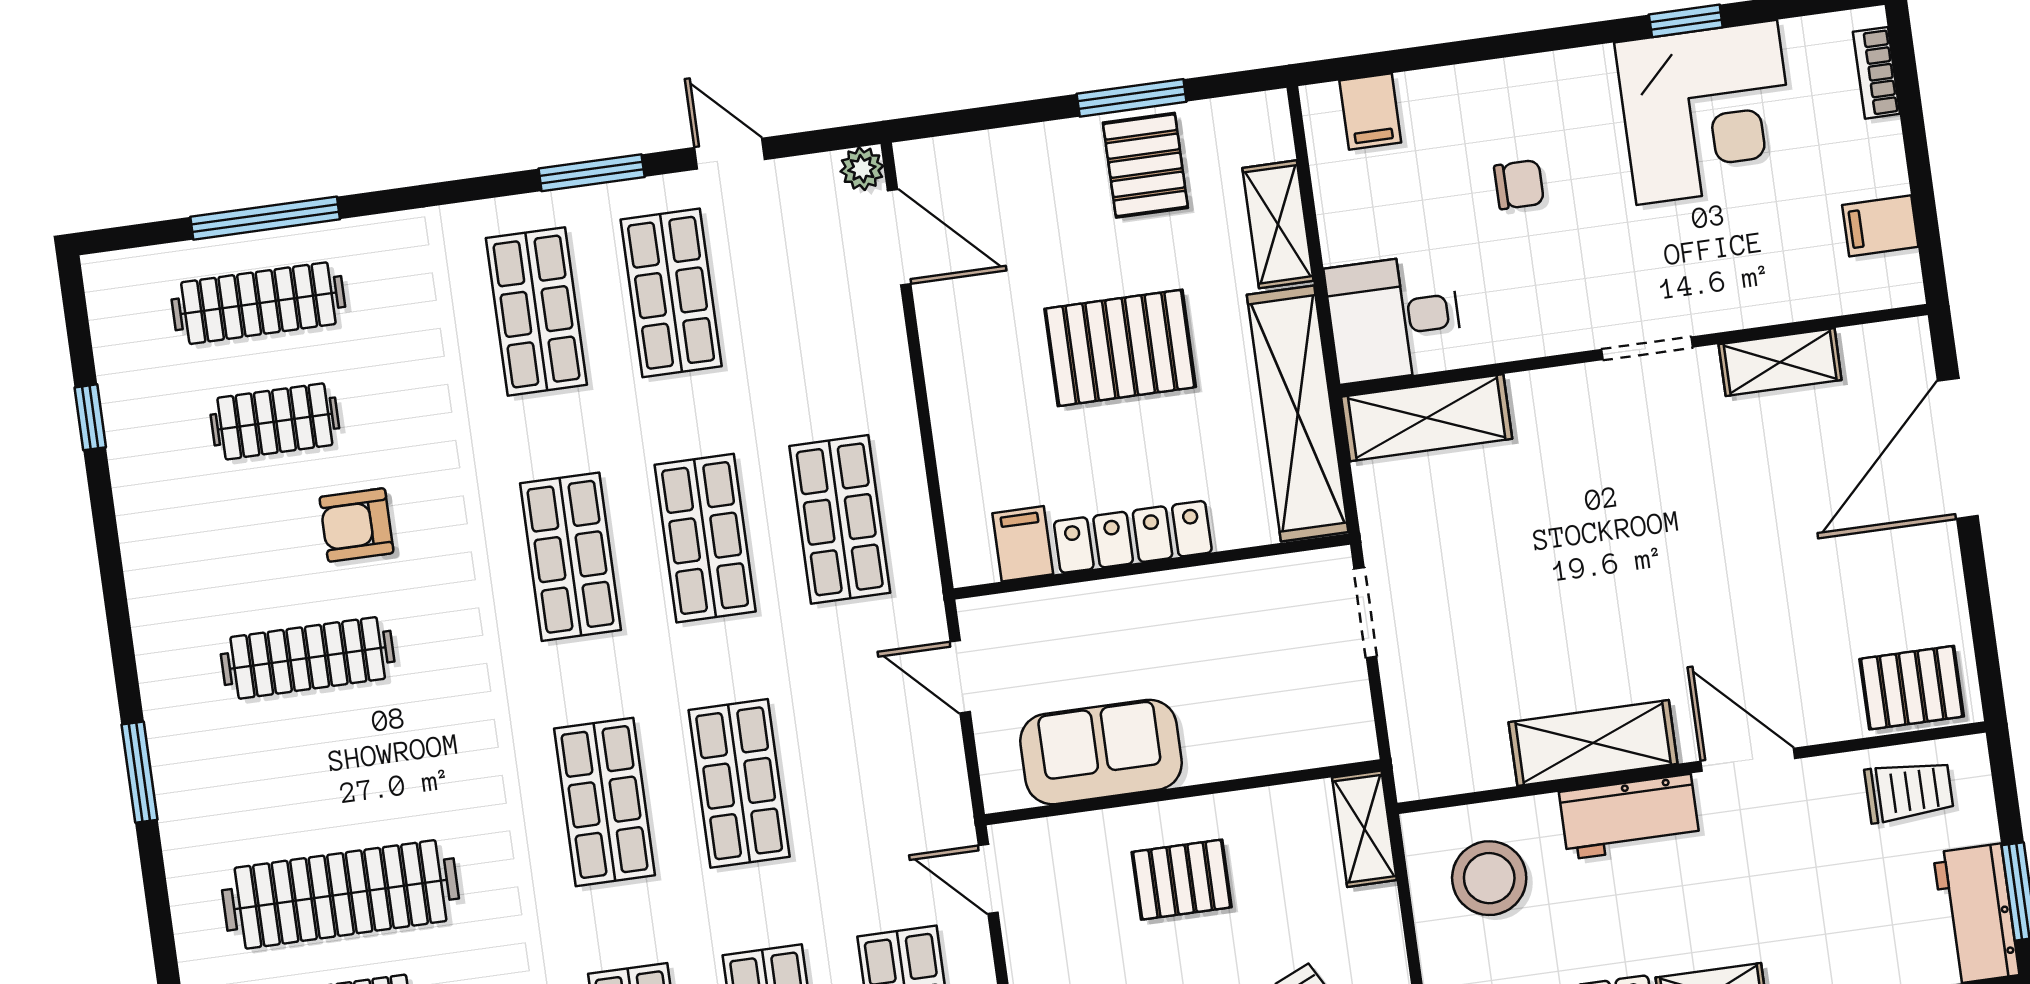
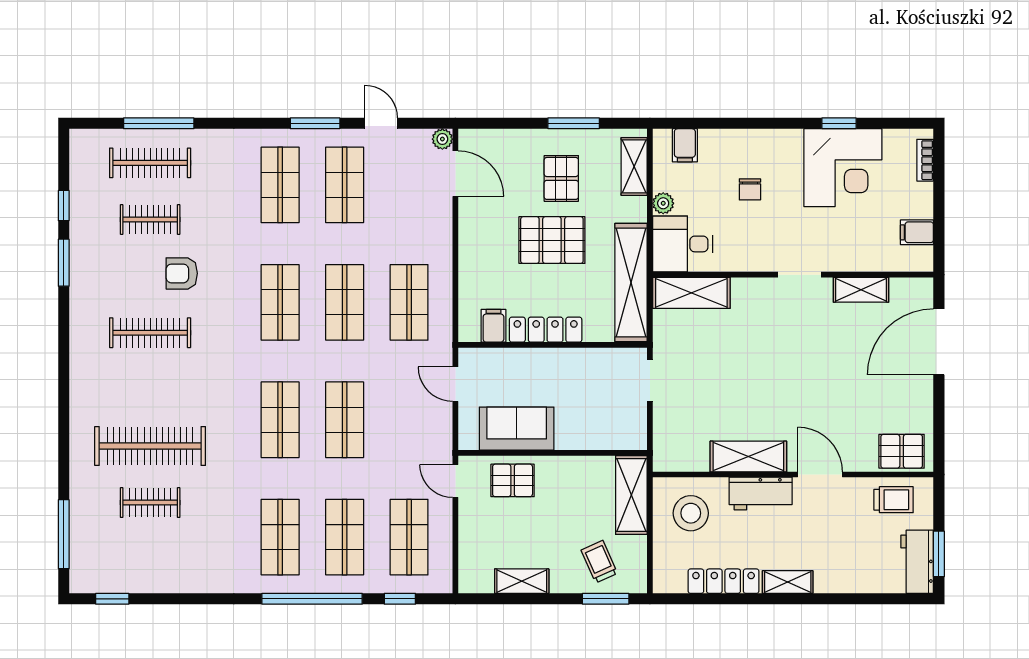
pallet: (1145, 165) -> (561, 178), moved
chair: (1519, 185) -> (750, 189), turned 90
shelving: (1278, 224) -> (634, 166), moved
plant: (1342, 239) -> (663, 203), added
window: (140, 772) -> (64, 263), moved
shelving: (1364, 829) -> (631, 495), width x1.50, depth x1.33
pallet: (1182, 880) -> (513, 480), moved

